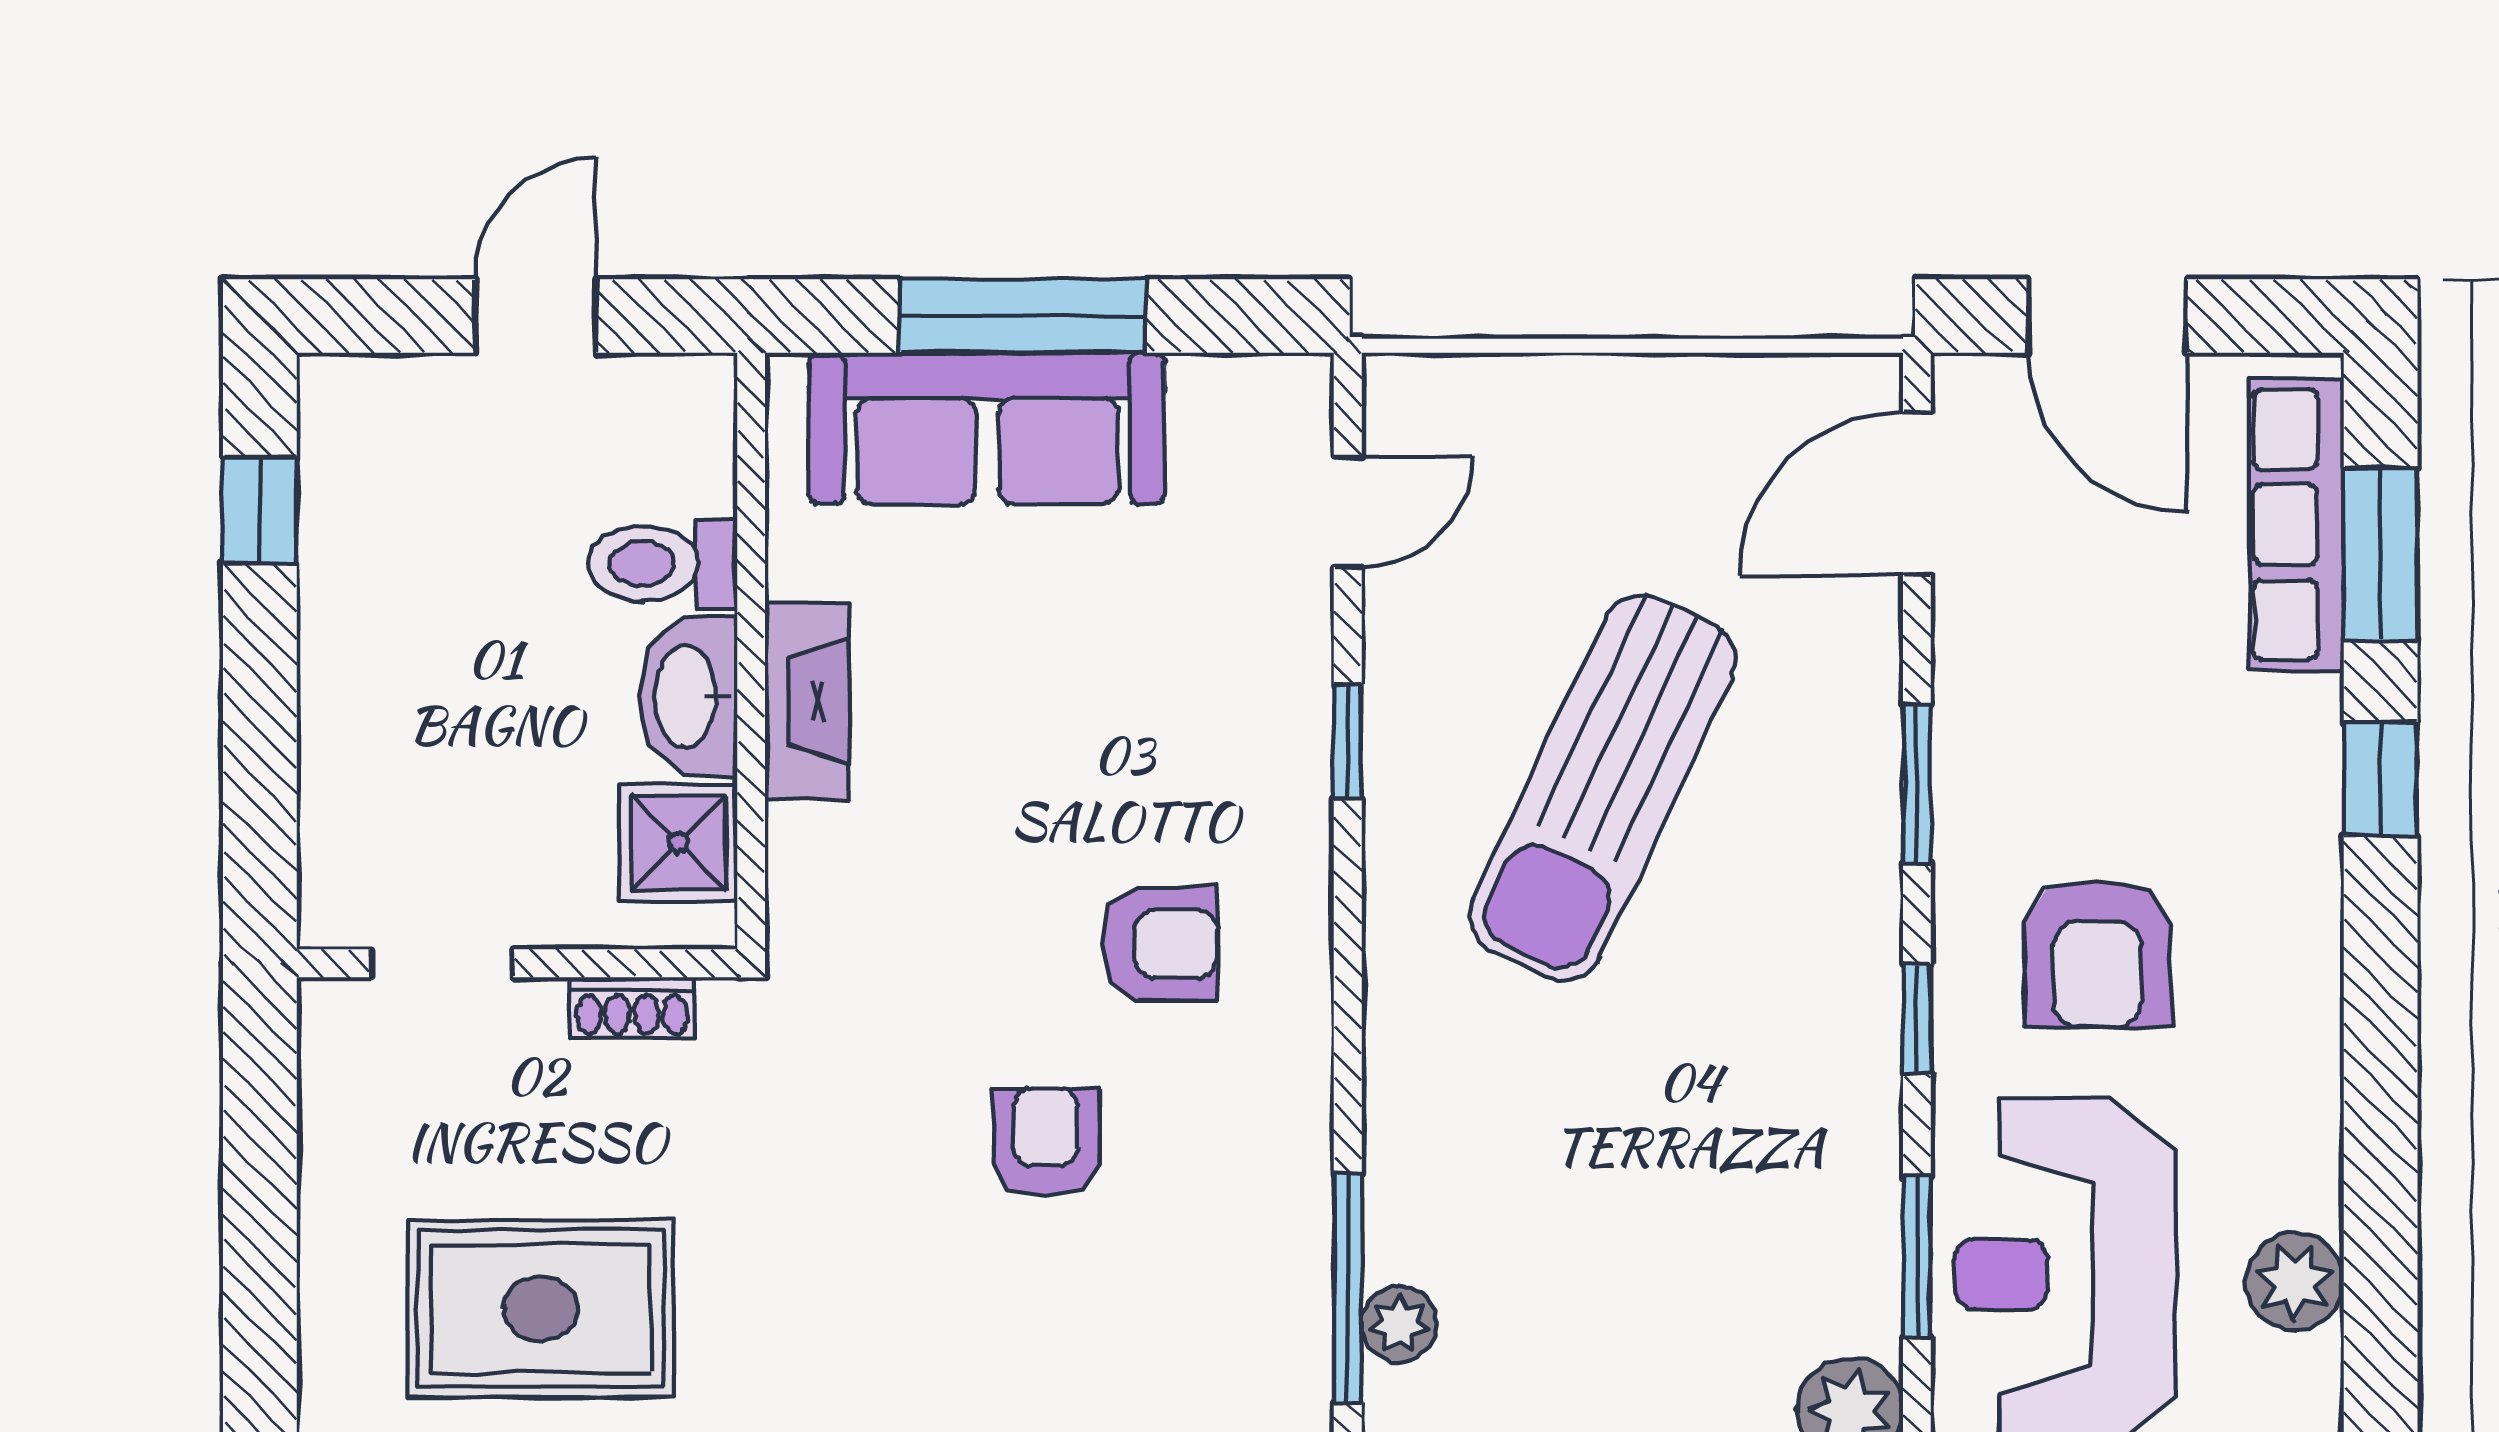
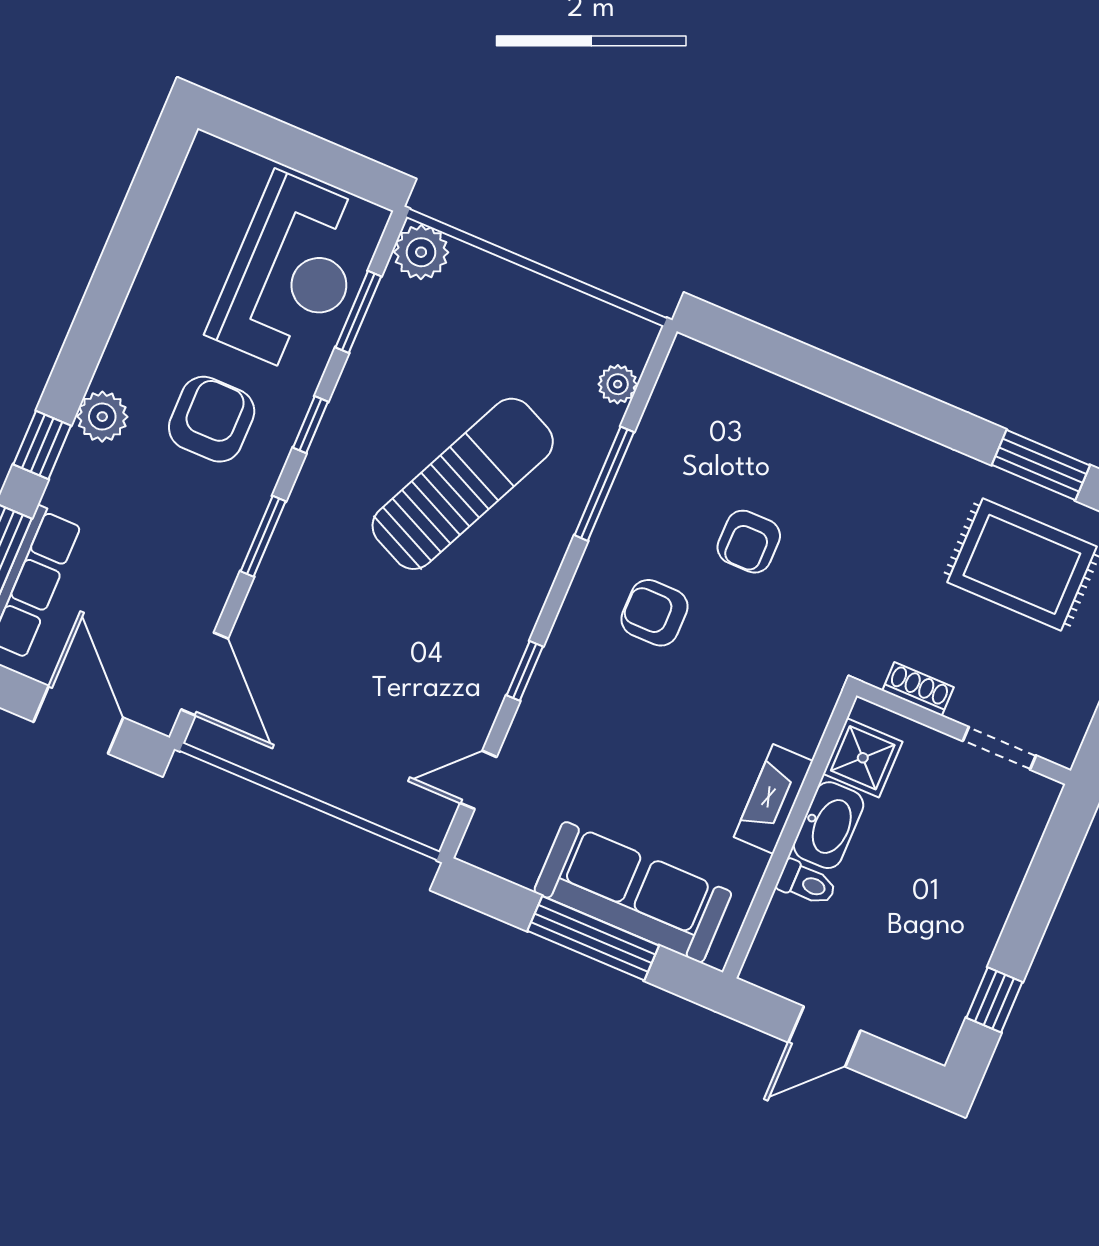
door: (1917, 493) -> (205, 674), hinge flipped
toilet: (663, 564) -> (807, 883), width x0.73, depth x0.72
sun lounger: (1602, 788) -> (463, 484), moved
plant: (2295, 1281) -> (102, 417), moved
window: (1348, 1289) -> (604, 484), moved

